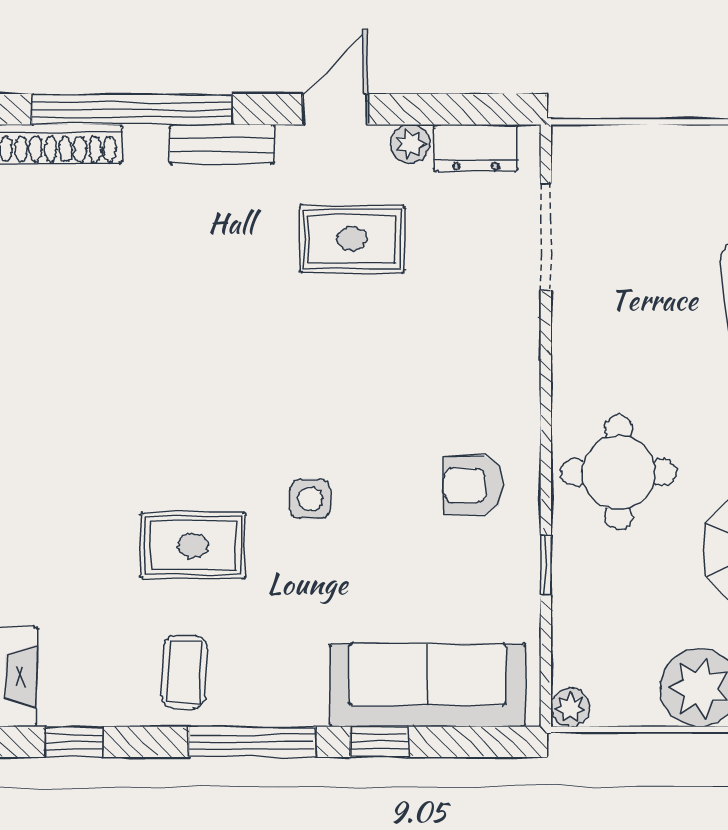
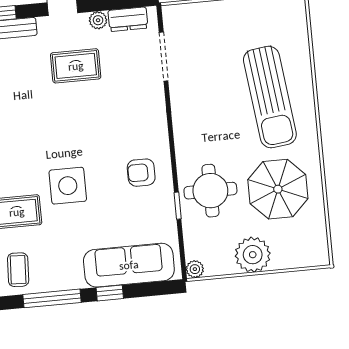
round table: (619, 472) -> (210, 191), moved
side table: (310, 499) -> (68, 186), width x1.87, depth x1.87

